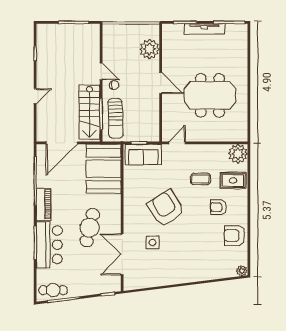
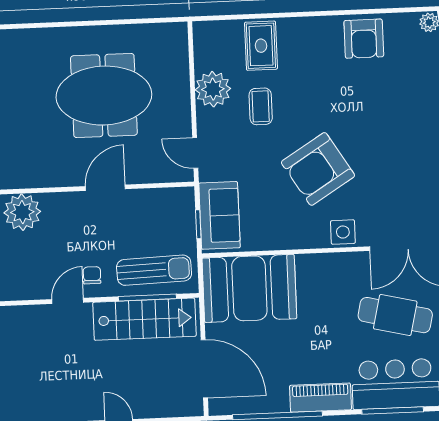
door: (161, 83) -> (105, 188), moved
meeting table: (210, 95) -> (104, 96), turned 90
plant: (238, 154) -> (213, 89), moved
armchair: (218, 207) -> (312, 71), removed
cafe table: (90, 228) -> (395, 315), moved
side table: (153, 242) -> (343, 232), moved

